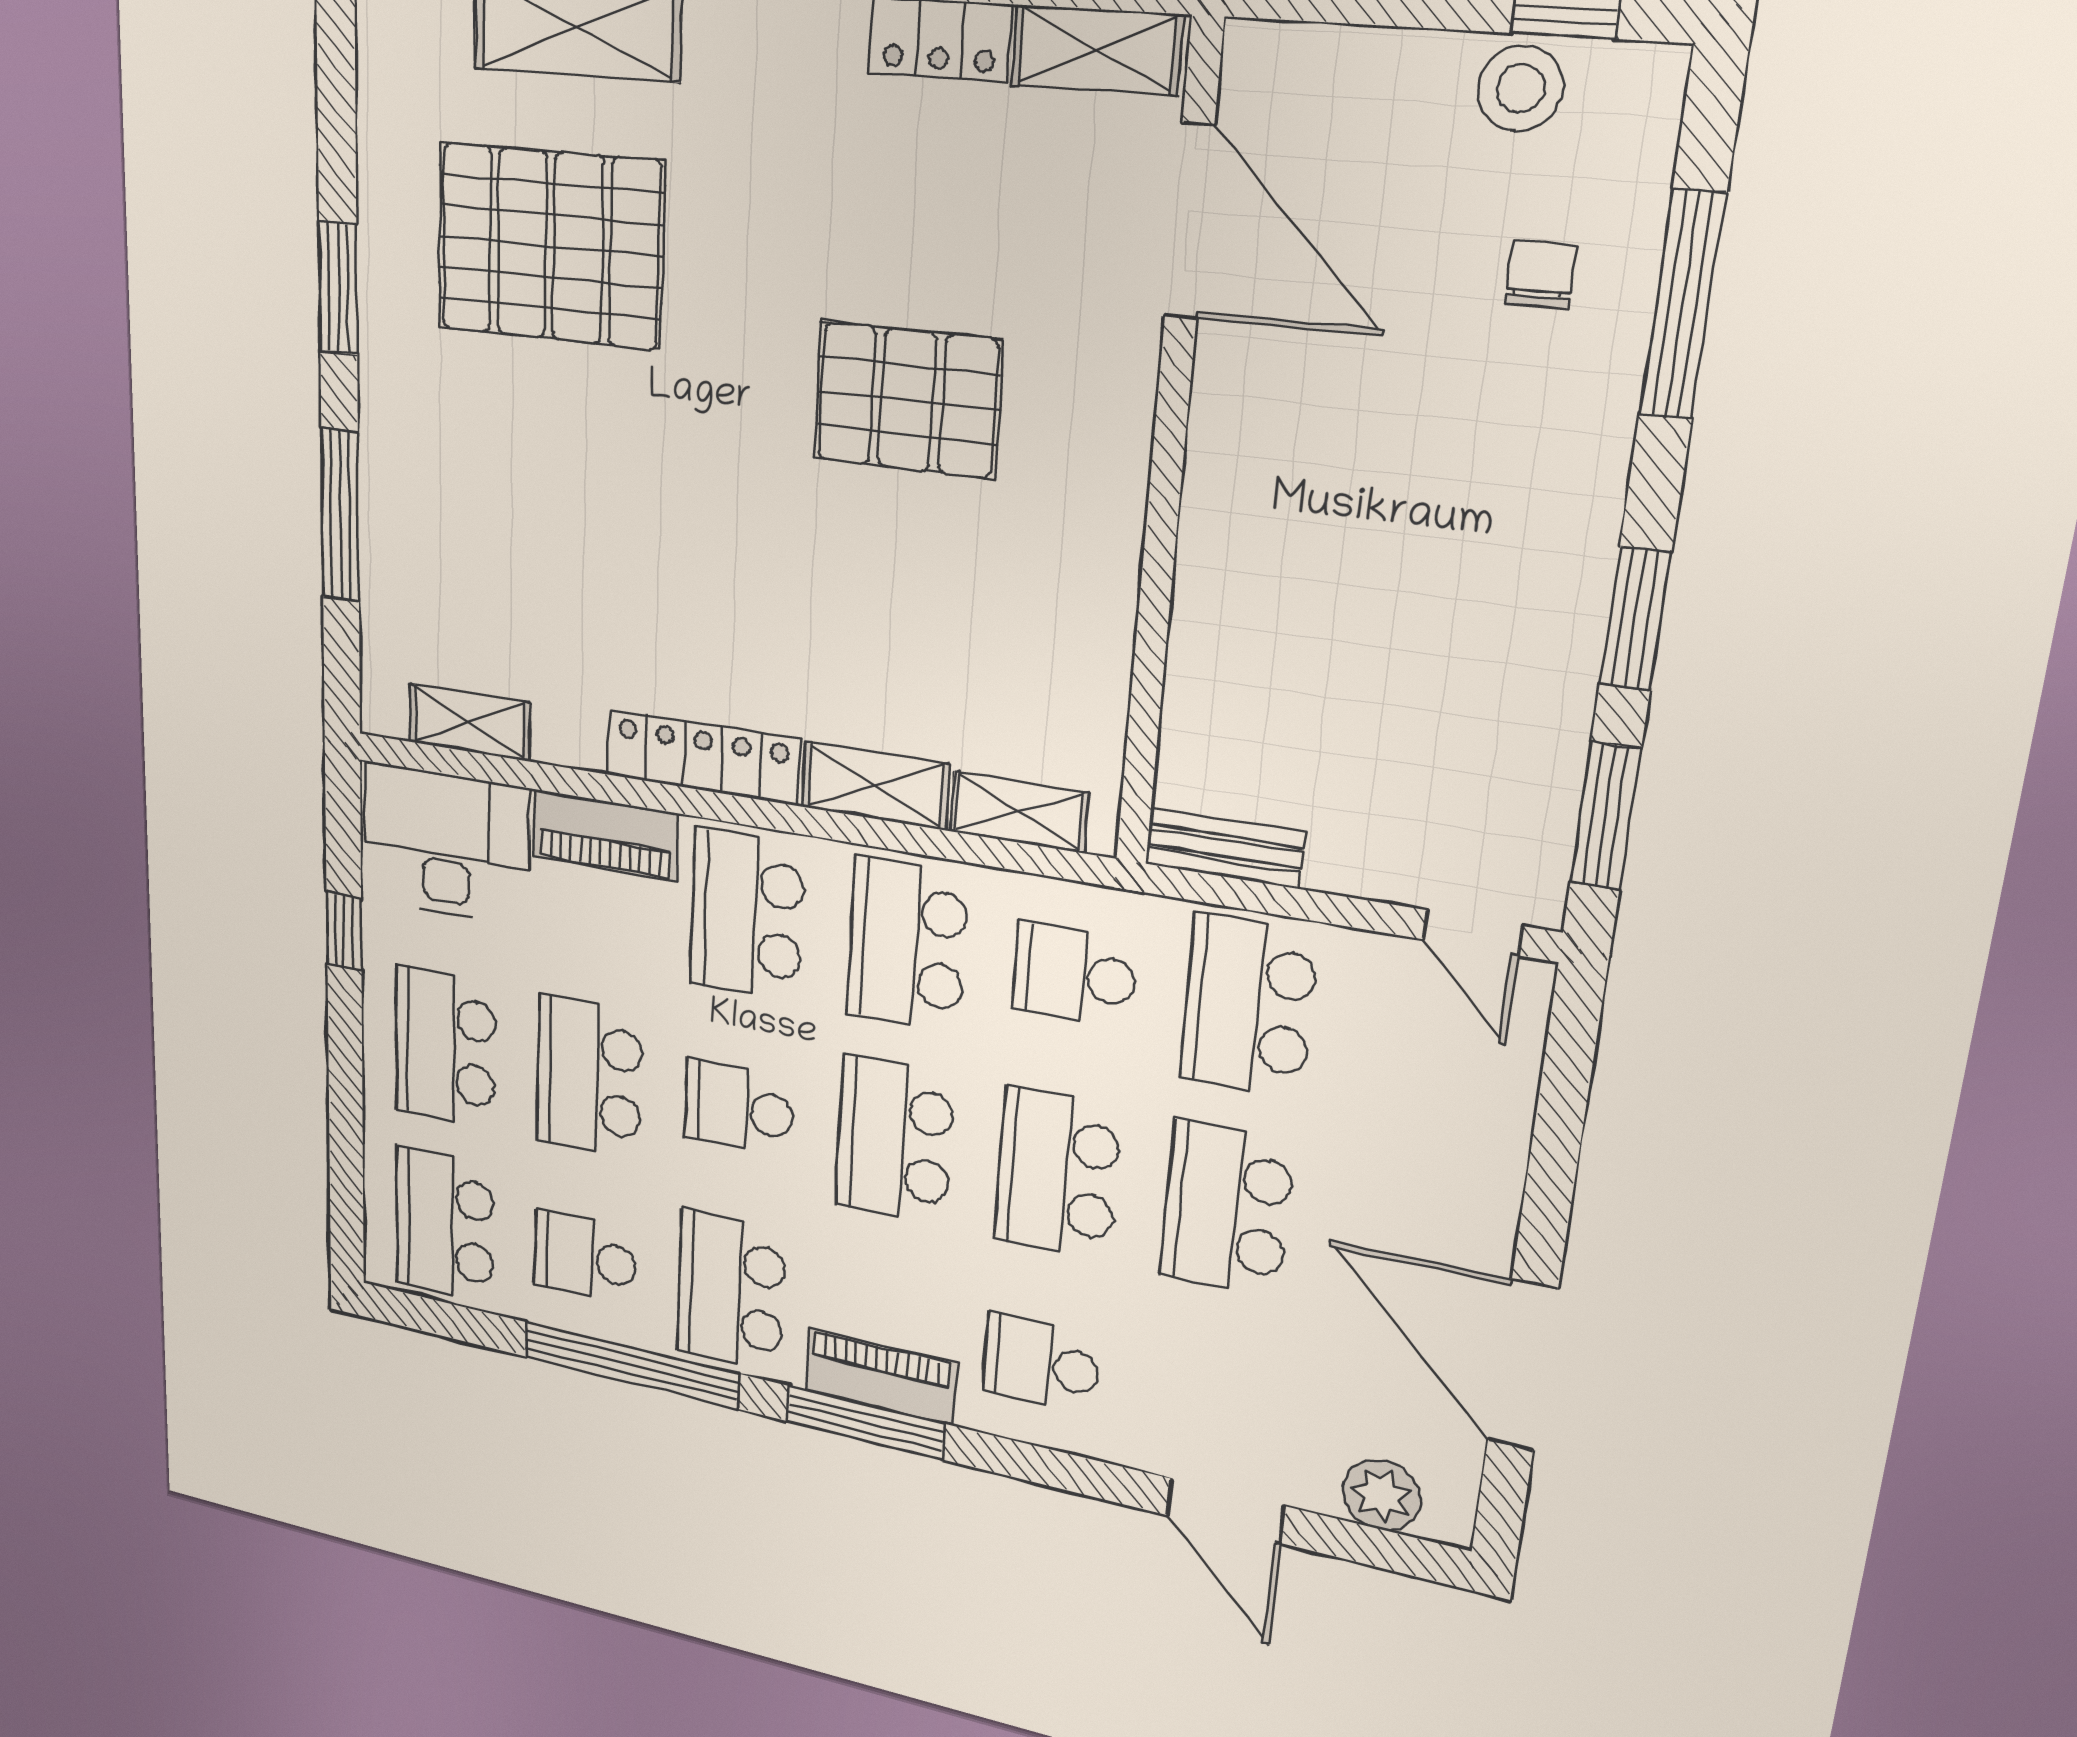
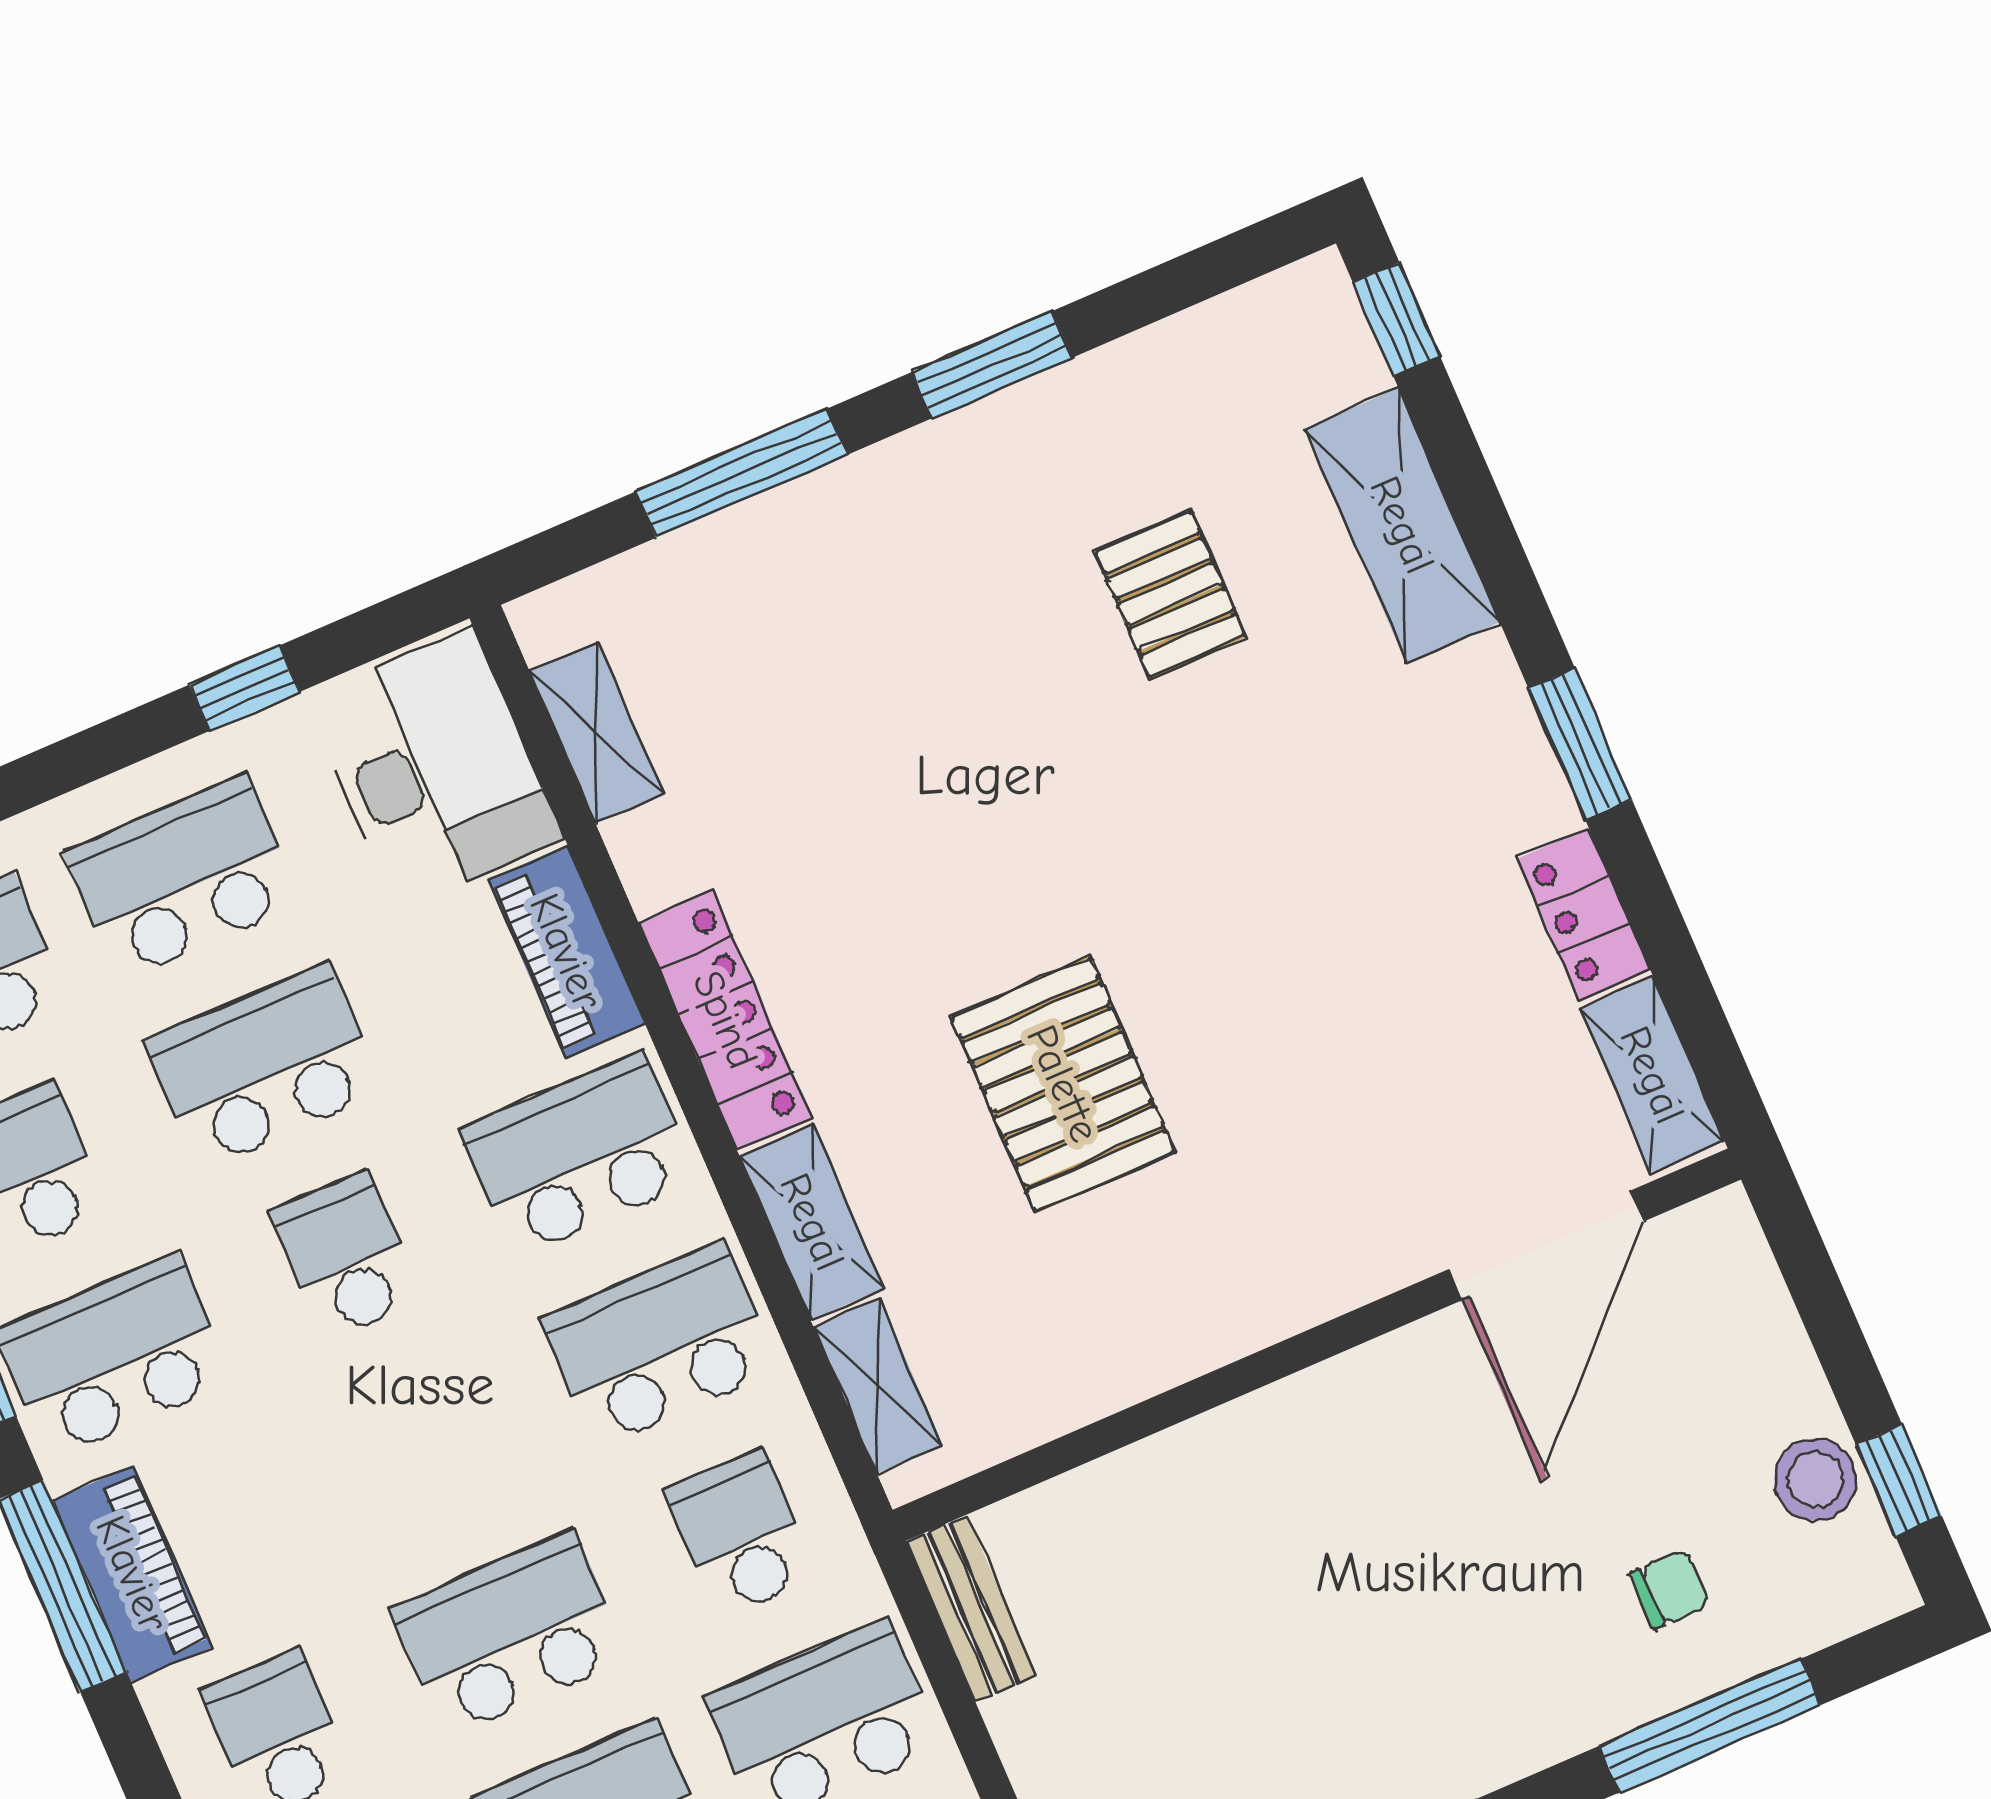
pallet: (550, 246) -> (1170, 594), width x0.49, depth x0.50
pallet: (907, 400) -> (1063, 1084), moved
school desk: (895, 1140) -> (428, 1445), removed

